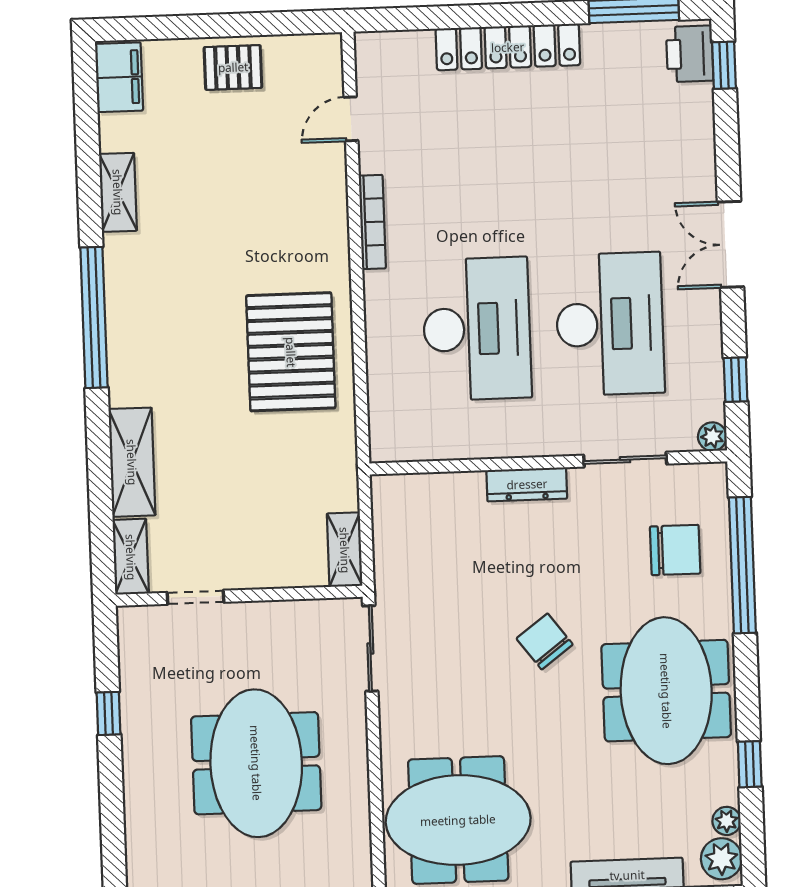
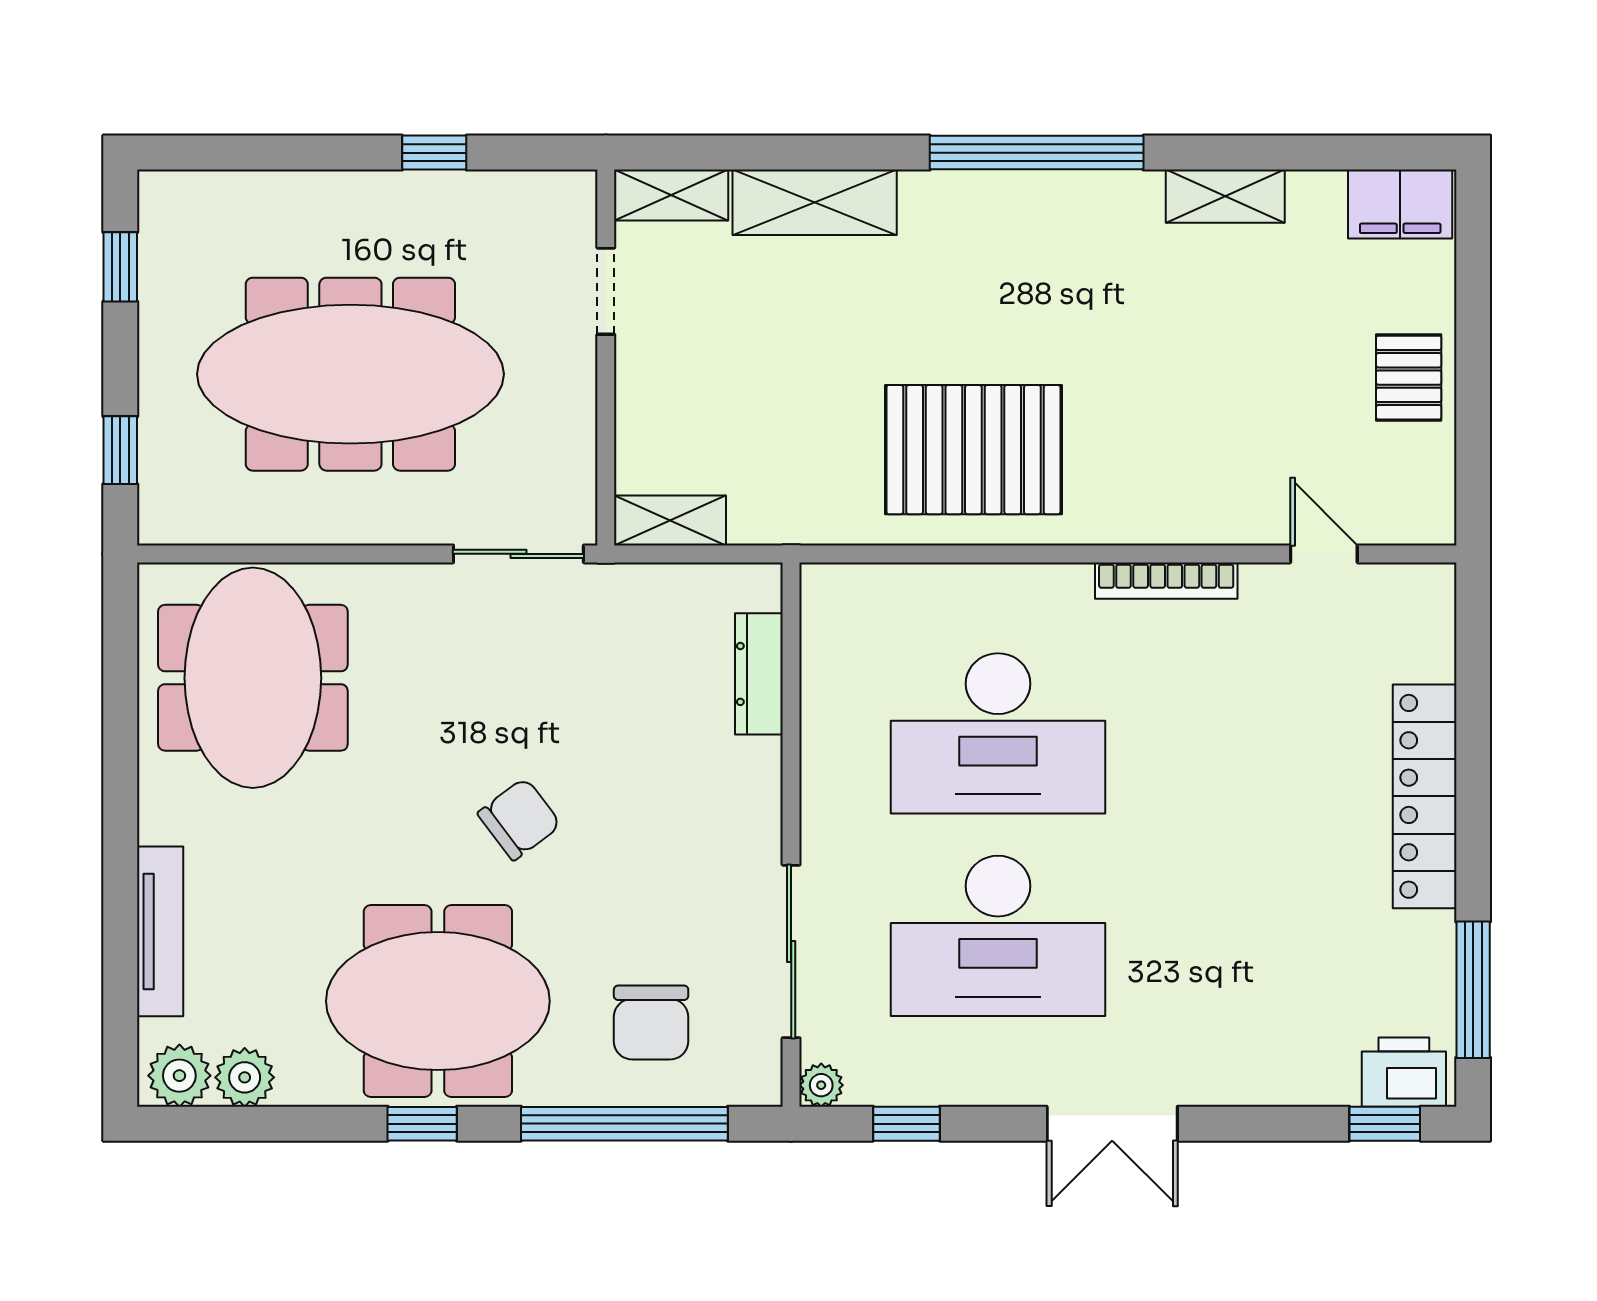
double door: (731, 244) -> (1112, 1124), swing flipped
sliding door: (625, 460) -> (791, 951), width x1.37
dresser: (527, 484) -> (759, 674), moved
meeting table: (256, 763) -> (350, 374), width x1.36
window: (750, 764) -> (422, 1124), moved
plant: (727, 821) -> (245, 1077), width x1.38, depth x1.38

